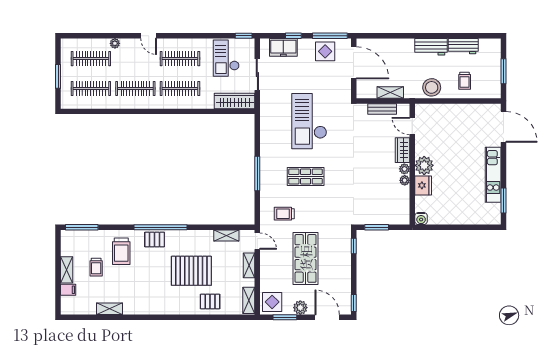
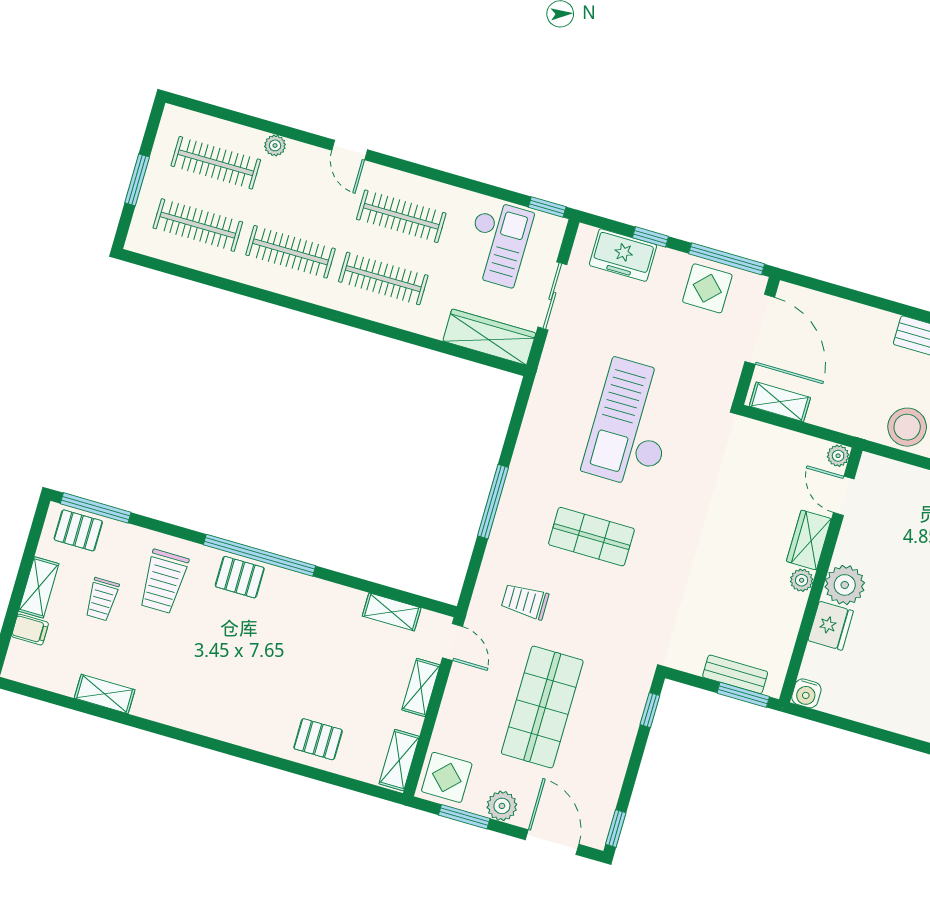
checkout: (226, 58) -> (497, 243), turned 180
shelving: (390, 92) -> (780, 402), moved
bench: (382, 109) -> (735, 674), moved
plant: (405, 180) -> (838, 456), moved
window: (377, 227) -> (743, 695), moved
pallet: (191, 271) -> (78, 530), moved, width x0.49, depth x0.50

